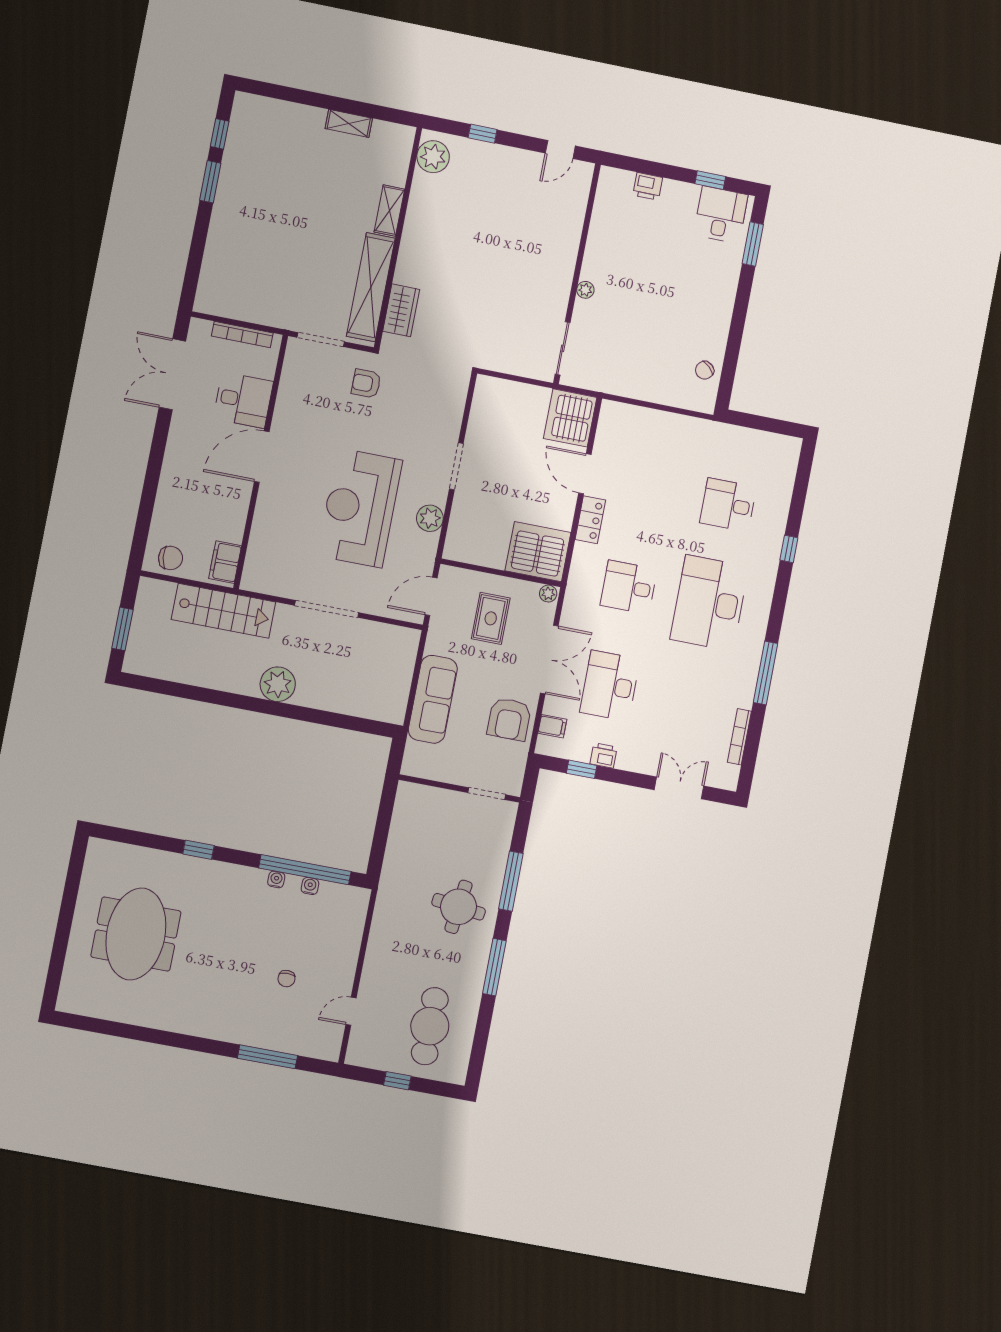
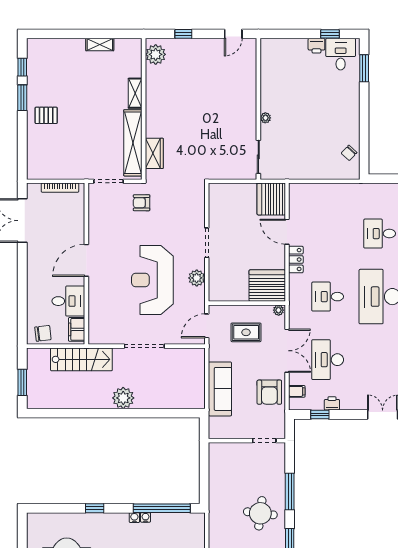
printer: (648, 186) -> (316, 46), moved
pallet: (243, 217) -> (46, 115), added
desk: (243, 400) -> (68, 301), moved
rug: (491, 618) -> (246, 332), turned 90
water cooler: (310, 886) -> (134, 518), moved

